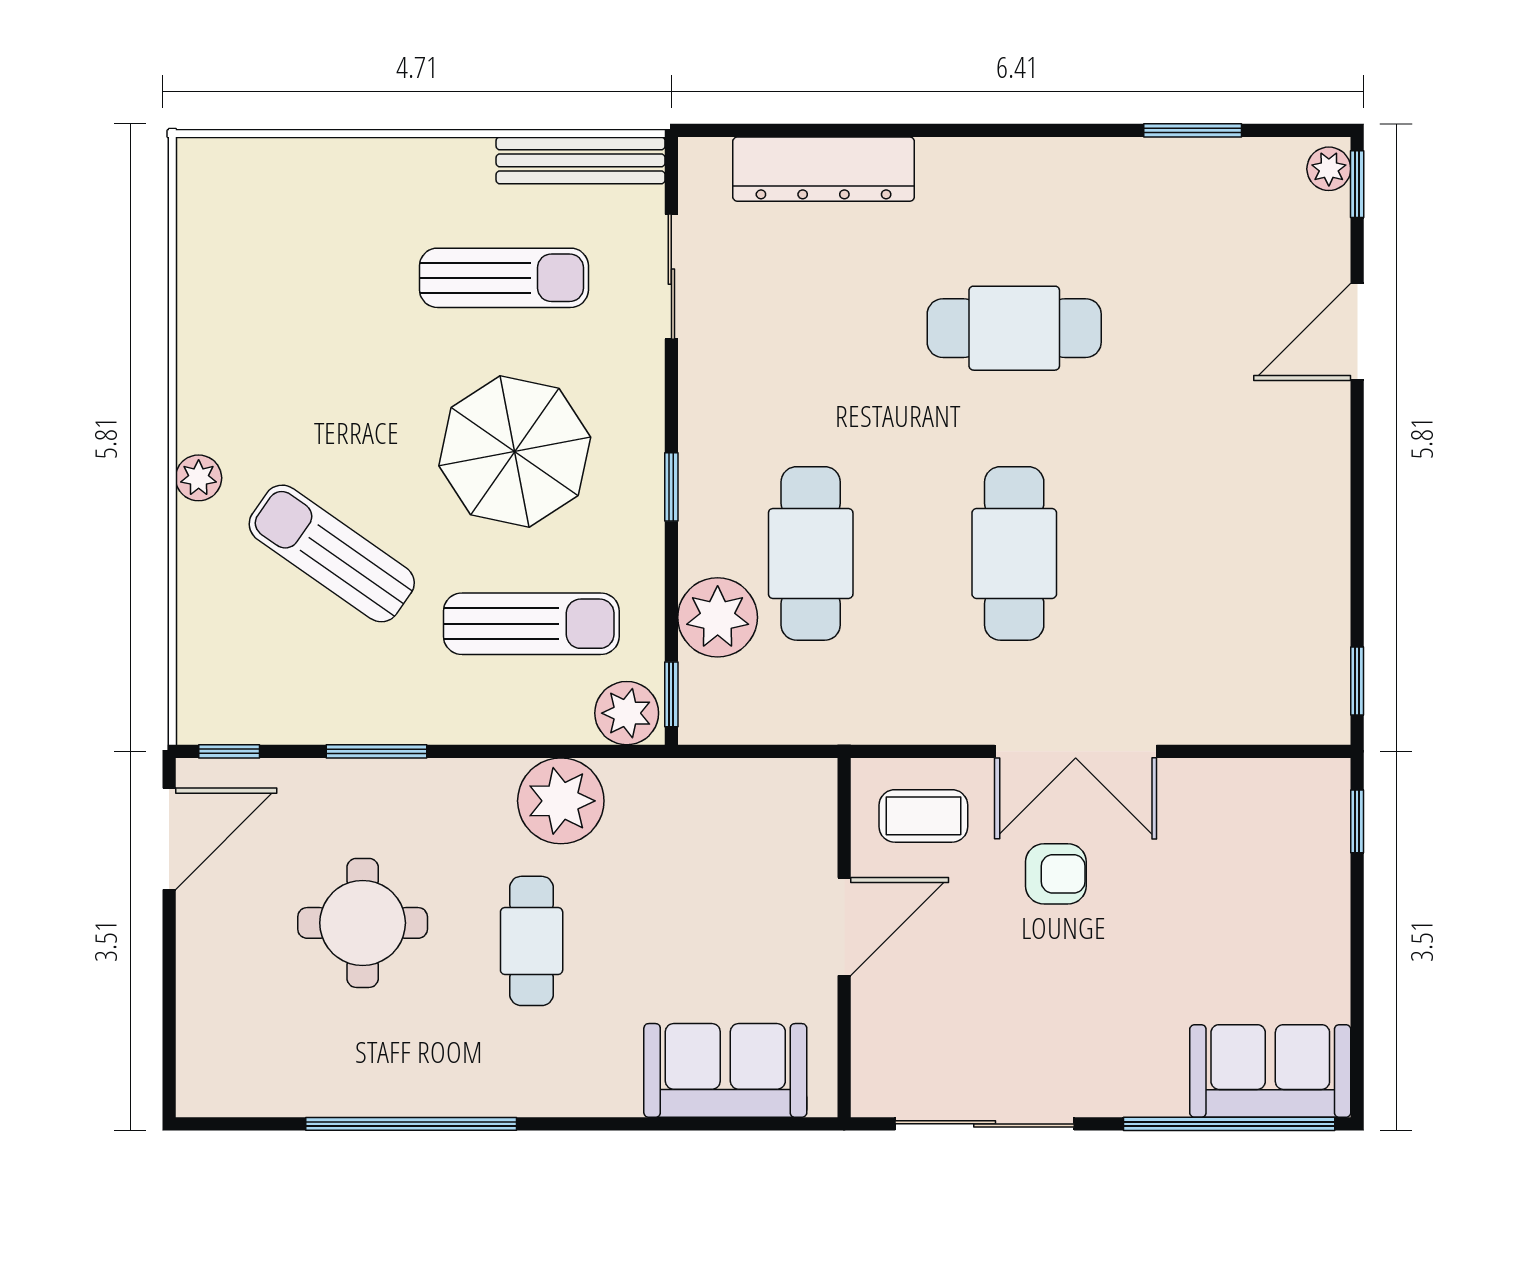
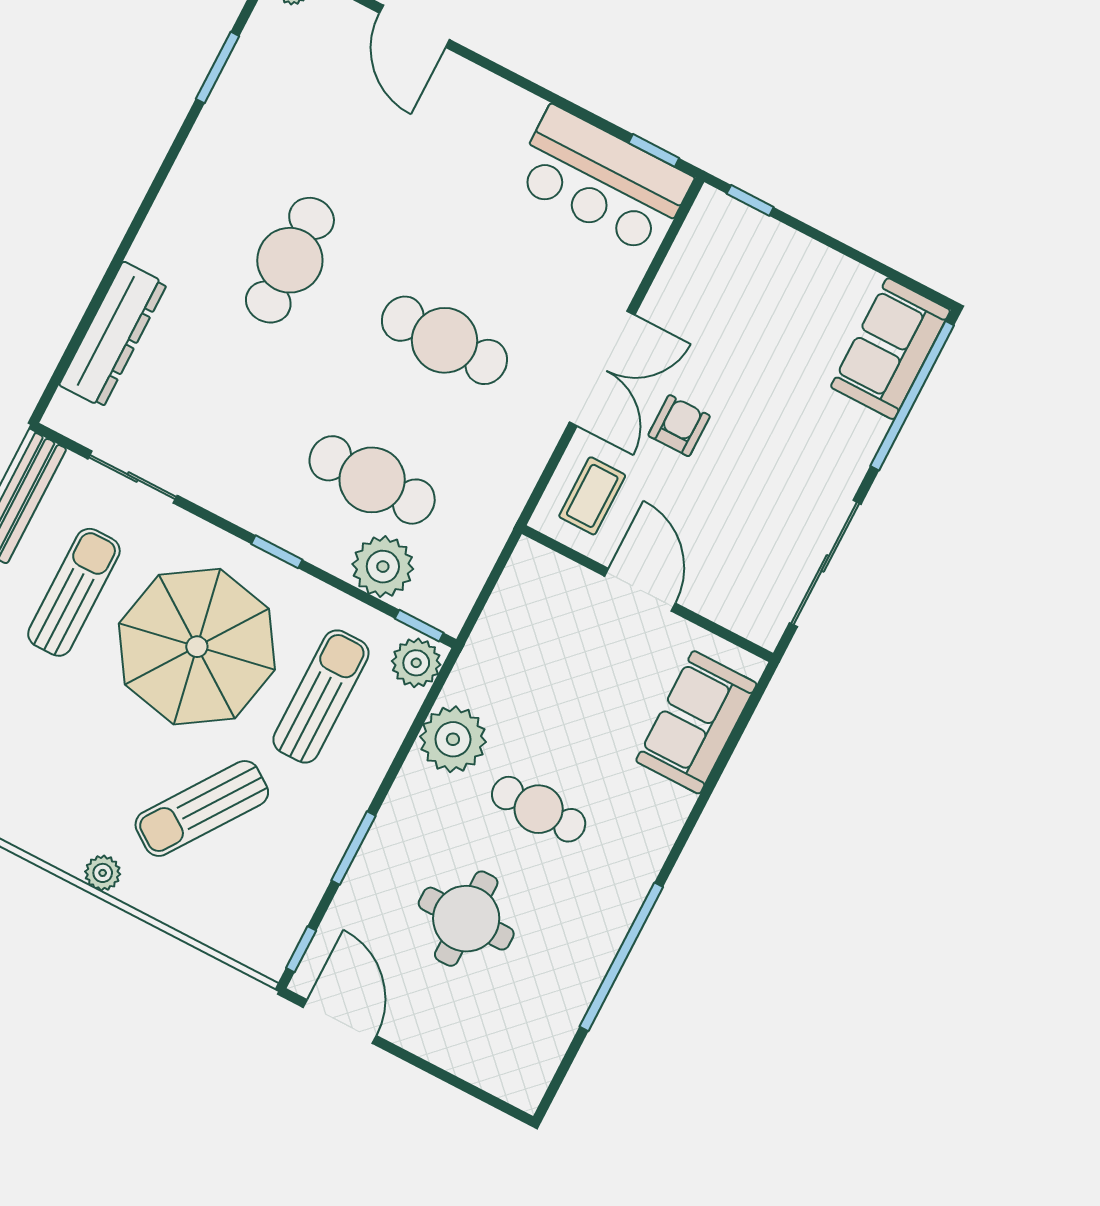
parasol: (515, 452) -> (197, 647), width x1.36, depth x1.36
bar counter: (1292, 639) -> (602, 180), added

